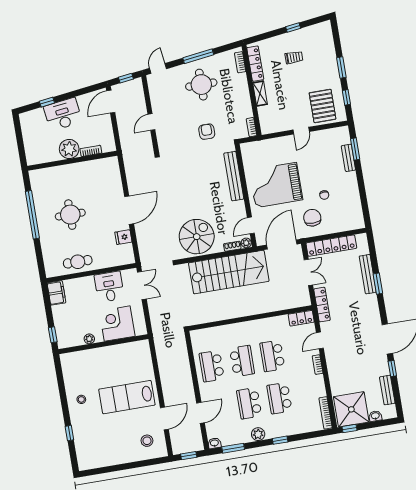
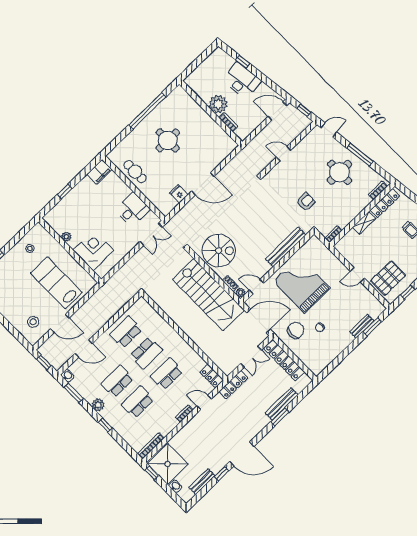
corner desk: (117, 324) -> (93, 250), moved
plant: (89, 339) -> (66, 237), moved
wall: (103, 344) -> (70, 250), moved

